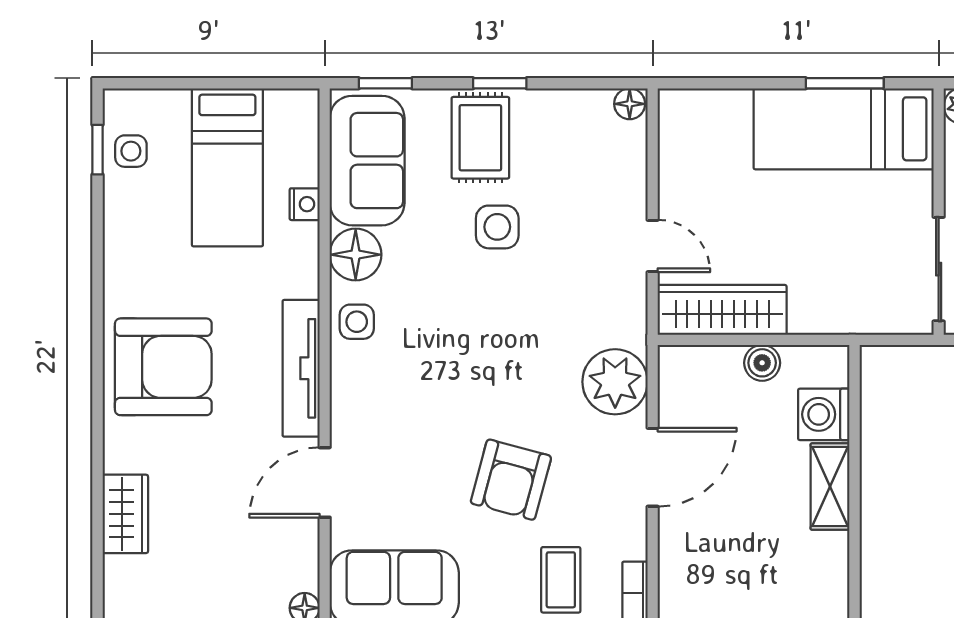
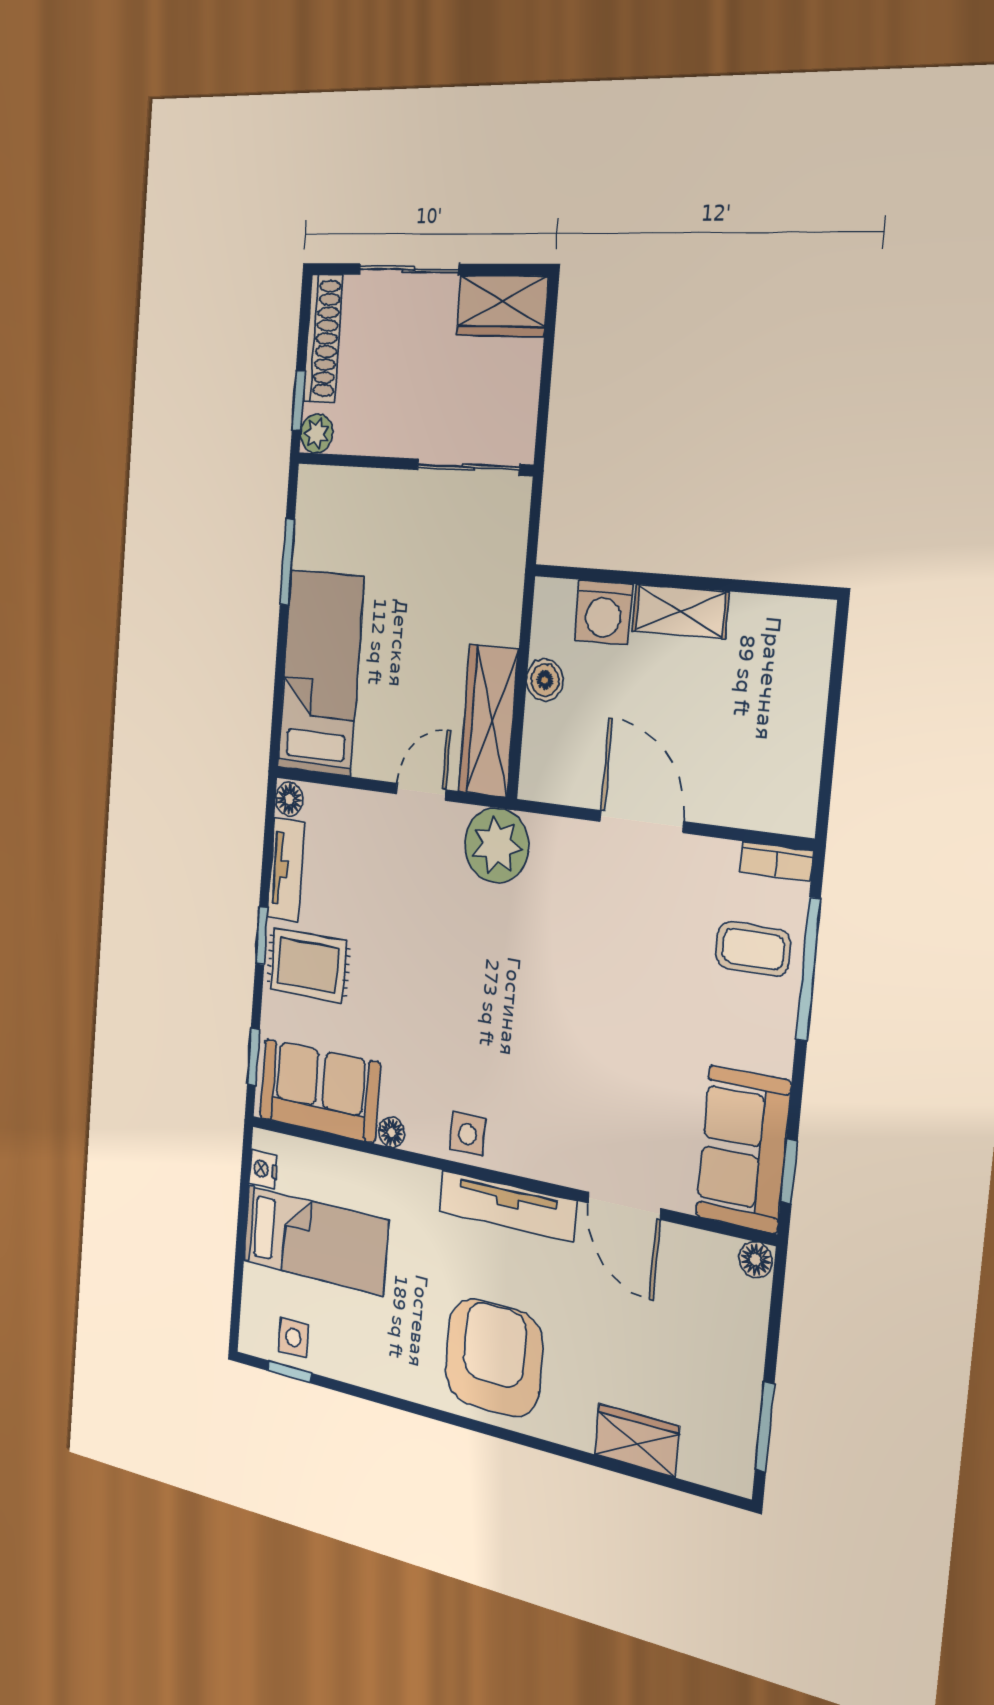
tv unit: (565, 106) -> (286, 870), added
bed: (844, 129) -> (321, 673), moved, turned 180
nightstand: (305, 204) -> (263, 1169), moved, turned -90
side table: (497, 227) -> (390, 961), removed
floor lamp: (356, 255) -> (392, 1132), width x0.53, depth x0.53
plant: (615, 382) -> (497, 845), moved
armchair: (511, 480) -> (640, 990), removed

